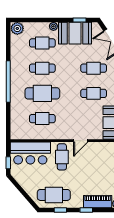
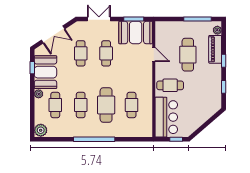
door: (81, 141) -> (154, 54), moved
cafe table: (54, 195) -> (188, 55), moved

